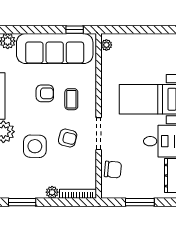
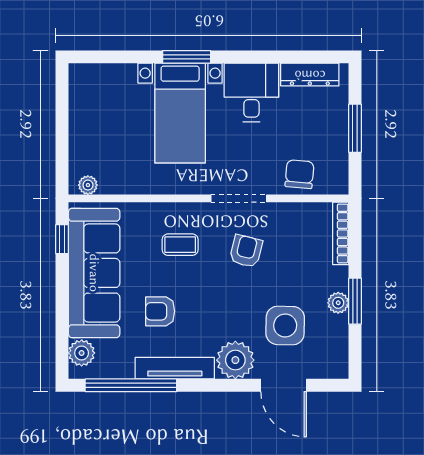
armchair: (45, 93) -> (160, 311), moved, turned -90
side table: (35, 146) -> (285, 326), moved
plant: (52, 192) -> (338, 303), moved
window: (22, 202) -> (355, 301), moved

